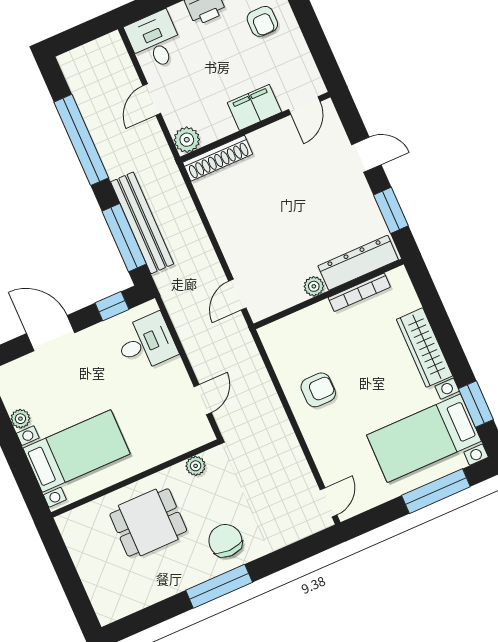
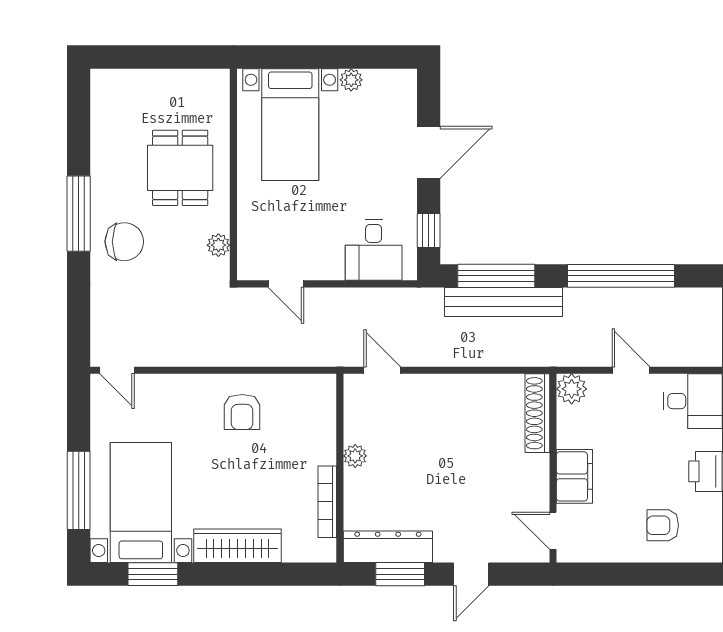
dresser: (358, 263) -> (388, 547), moved, turned -90

